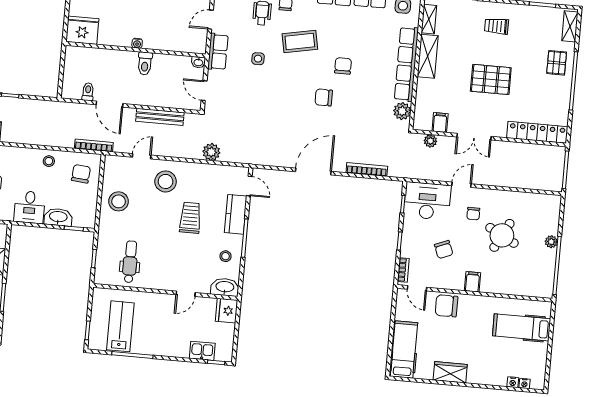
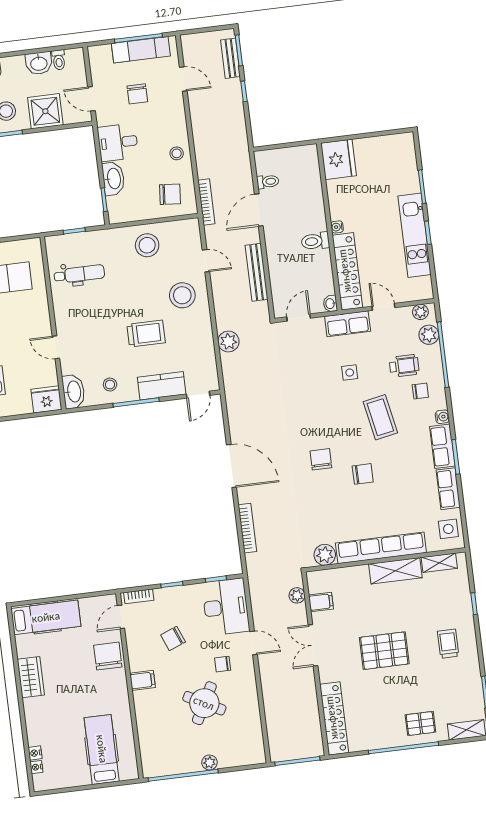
locker: (175, 43) -> (347, 271), added
pallet: (491, 79) -> (384, 651), turned 90

